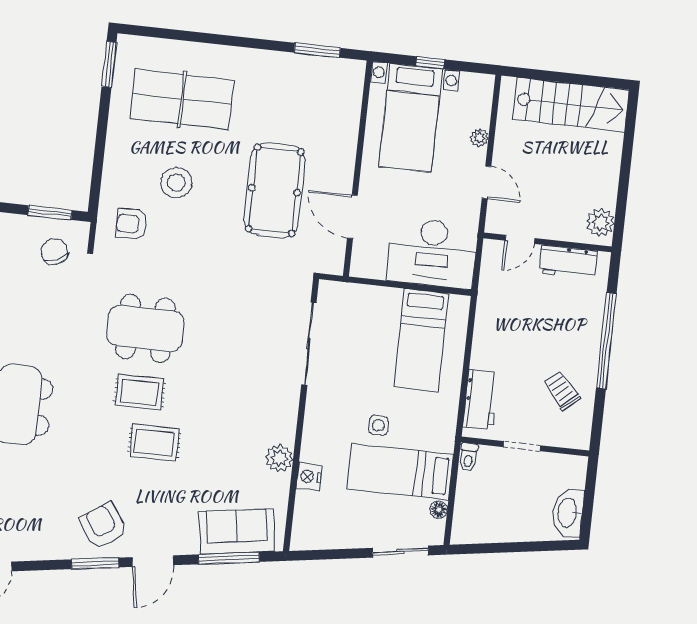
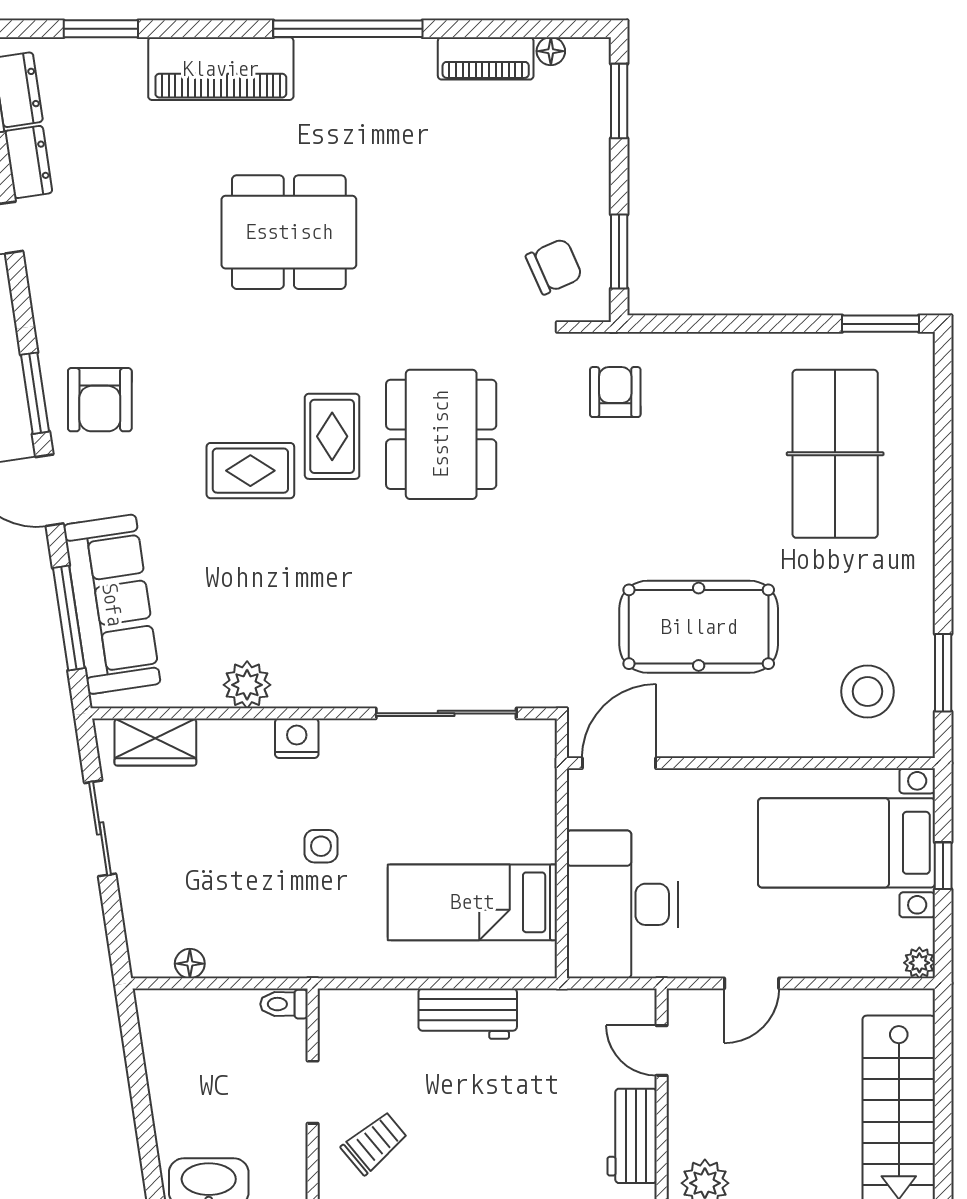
plant: (479, 138) -> (919, 963), moved
stool: (176, 183) -> (868, 691), moved
door: (352, 217) -> (619, 763), moved
trolley: (562, 390) -> (374, 1143), moved
workbench: (481, 399) -> (468, 1014), moved
rug: (154, 442) -> (250, 471), turned 90
bed: (400, 471) -> (247, 891), removed
nightstand: (309, 477) -> (297, 738), moved
wardrobe: (307, 515) -> (155, 742), added
armchair: (103, 526) -> (100, 400), turned 124
sofa: (237, 531) -> (112, 604), width x1.36
sliding door: (400, 552) -> (100, 828), moved

